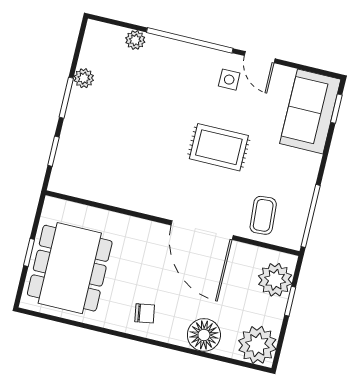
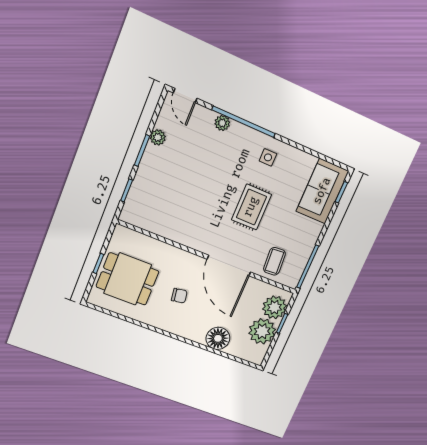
plant: (135, 40) -> (222, 123), moved
door: (260, 57) -> (185, 96), moved
rug: (219, 147) -> (251, 207), turned 90
dining table: (70, 268) -> (128, 279), width x0.73
chair: (145, 313) -> (179, 296), moved
plant: (257, 345) -> (262, 331), moved

